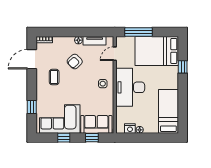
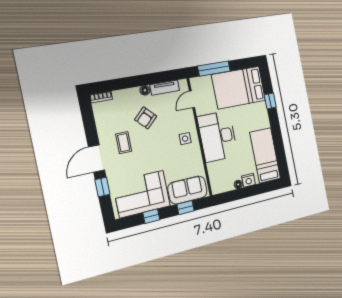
door: (32, 59) -> (97, 158), moved
nightstand: (130, 128) -> (249, 180), moved

